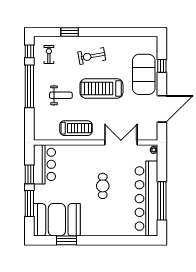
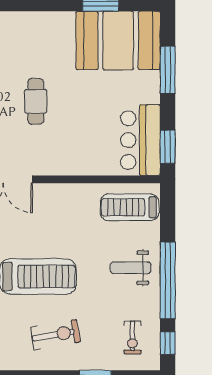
weight bench: (61, 95) -> (131, 268), moved
treadmill: (76, 128) -> (129, 207), moved
window: (29, 174) -> (168, 147), moved

